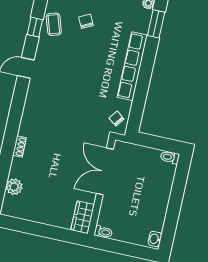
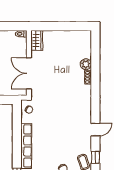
double door: (105, 171) -> (29, 73), swing flipped
plant: (14, 187) -> (86, 64), moved

